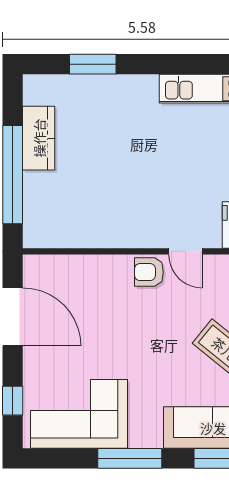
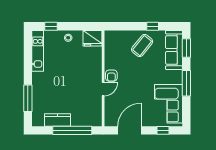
window: (93, 64) -> (28, 98), width x1.44
door: (185, 251) -> (103, 89), moved

